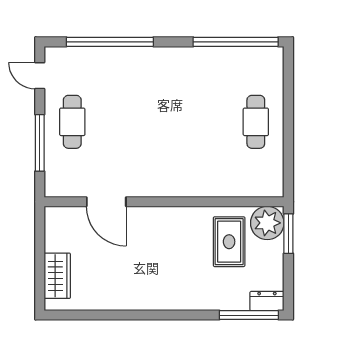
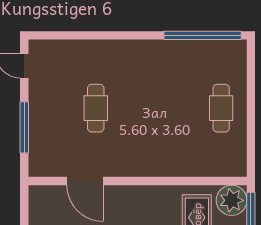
window: (110, 42) -> (88, 35), removed
cafe table: (72, 122) -> (96, 108), moved

